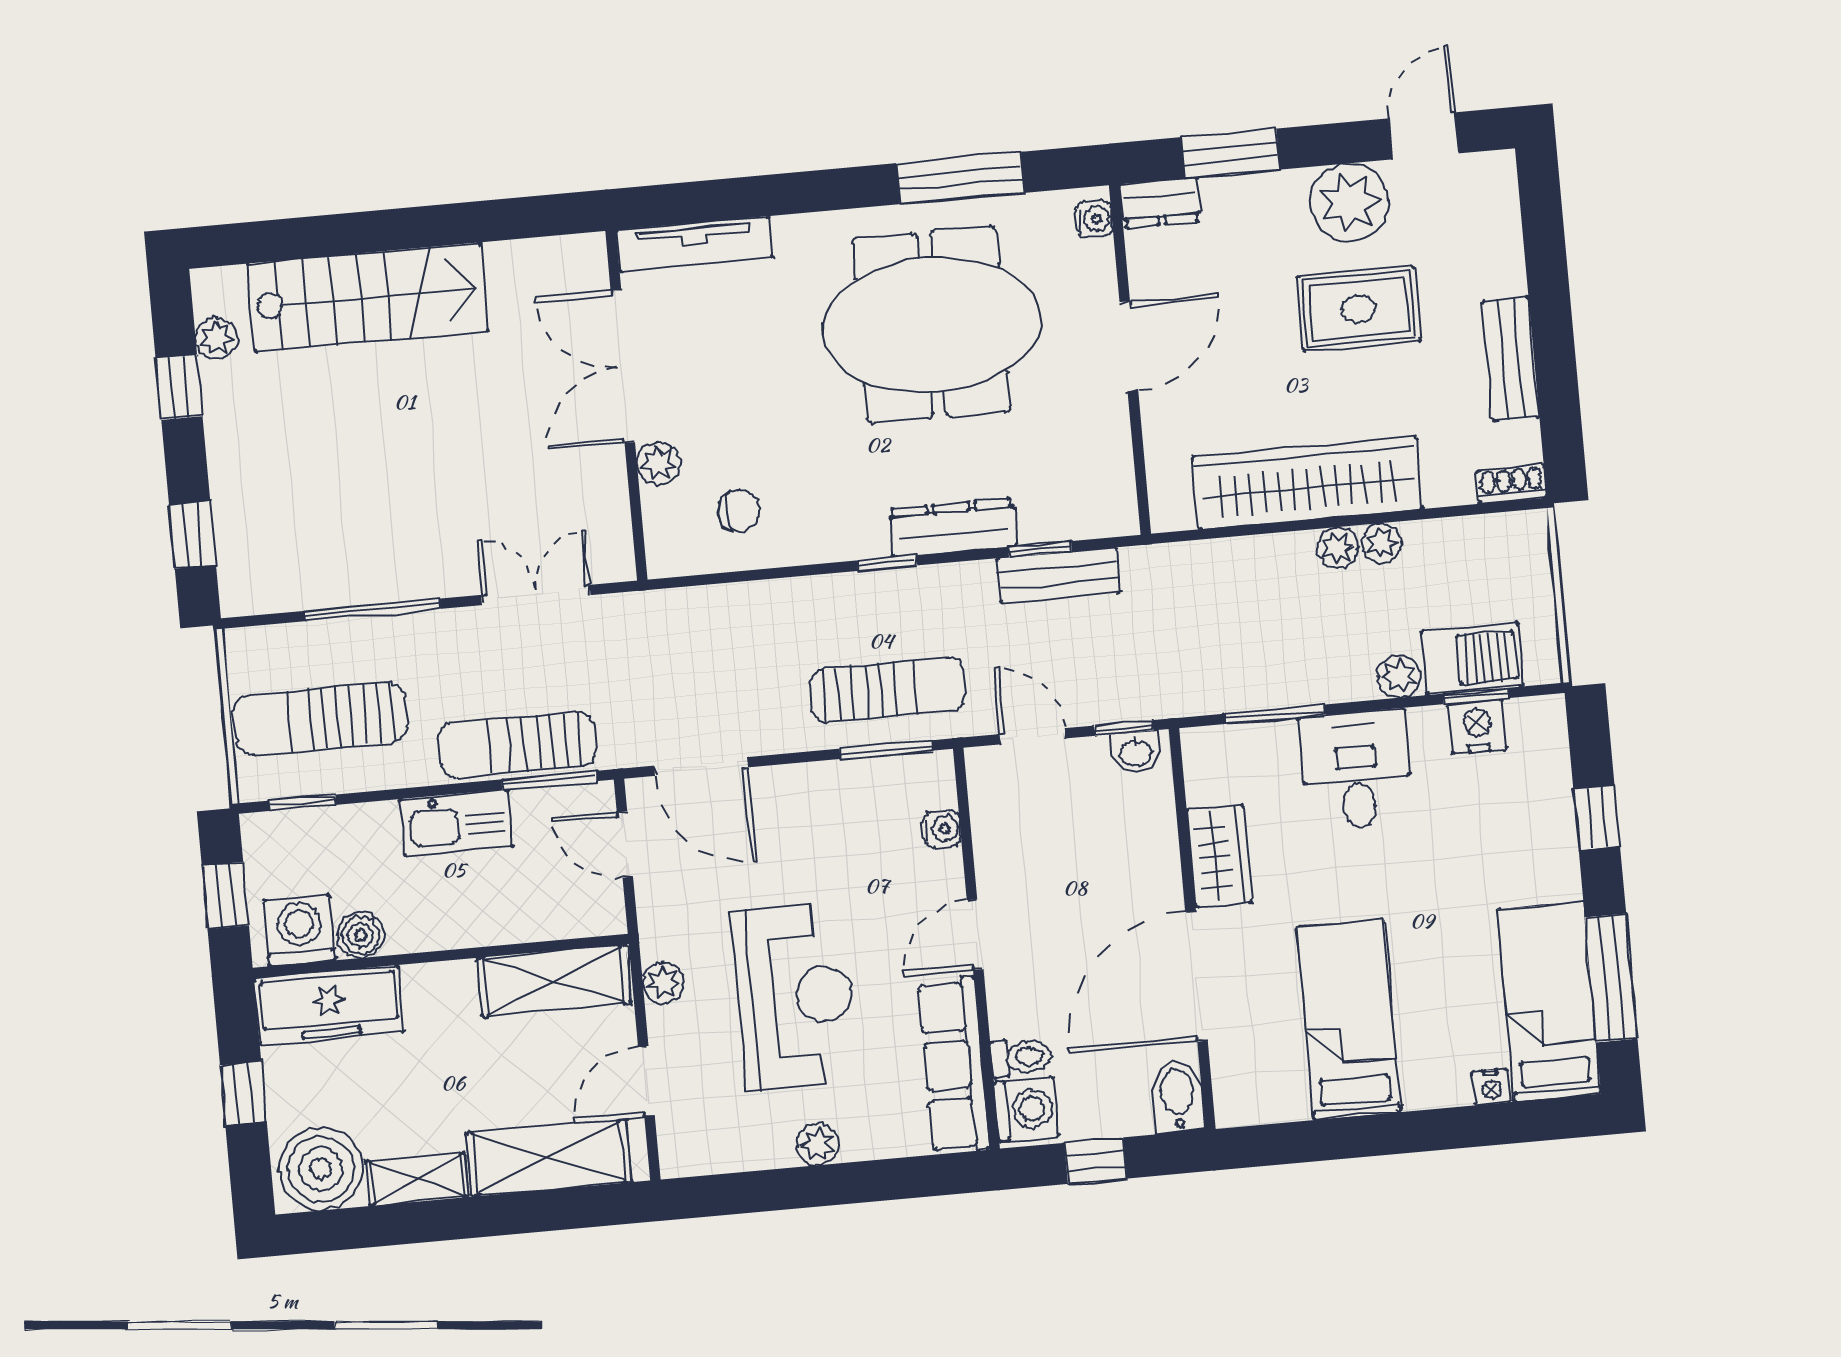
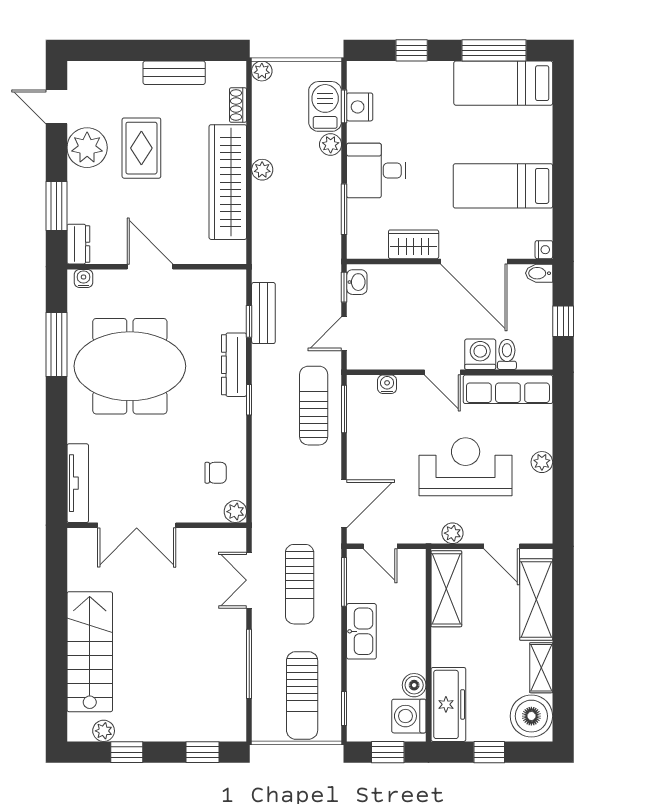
meeting table: (931, 325) -> (130, 366), turned 90
plant: (659, 464) -> (235, 512), moved
shoe rack: (1511, 484) -> (238, 105), moved
chair: (739, 511) -> (216, 473), turned 90
plant: (1382, 543) -> (262, 71), moved
sun lounger: (517, 745) -> (300, 584), moved
door: (625, 844) -> (380, 546), hinge flipped
nightstand: (1491, 1087) -> (544, 250), moved
bidet: (1177, 1097) -> (539, 273), width x0.72, depth x0.74
washing machine: (1026, 1109) -> (480, 354), moved

